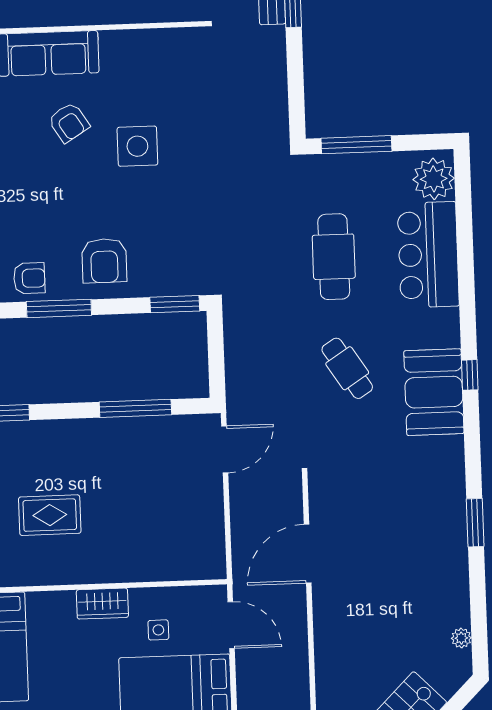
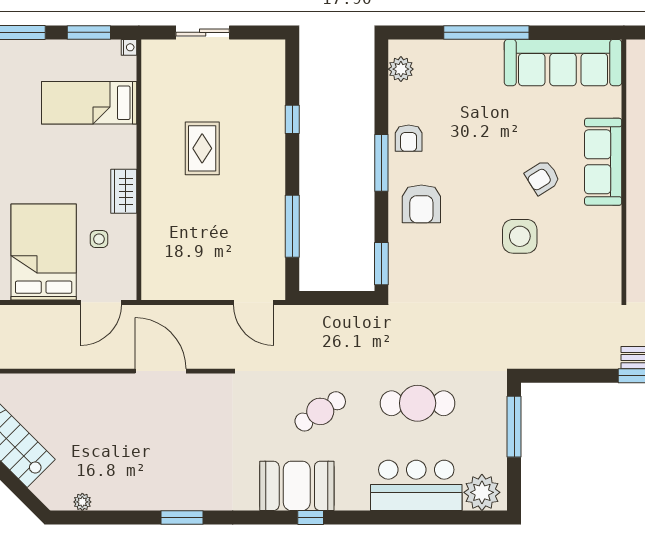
armchair: (104, 261) -> (421, 204), turned -90

